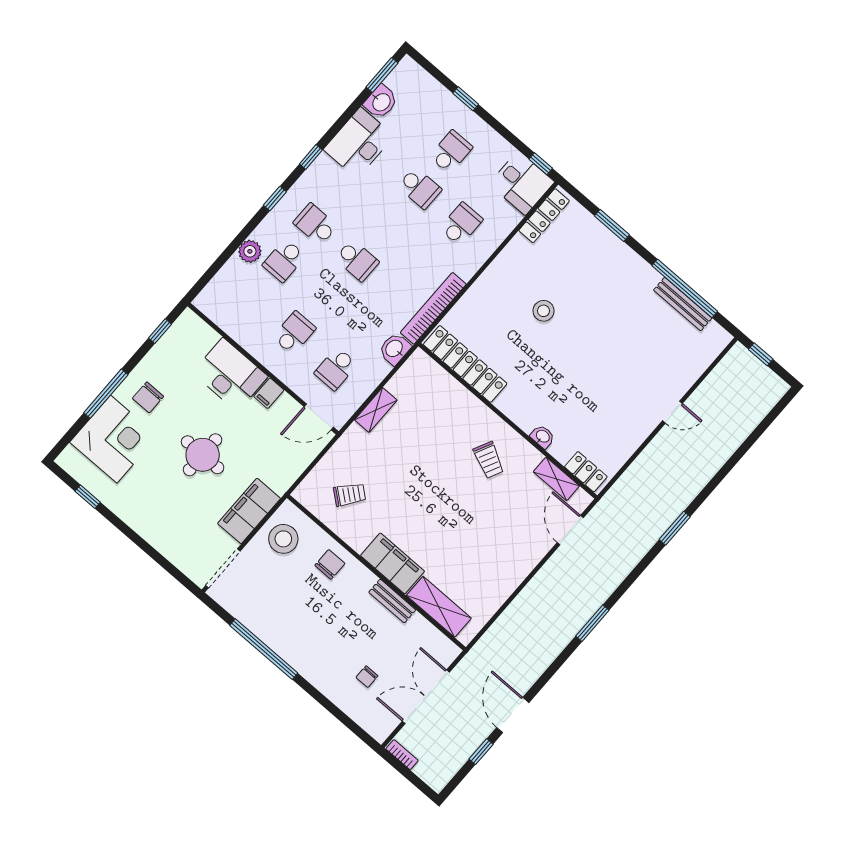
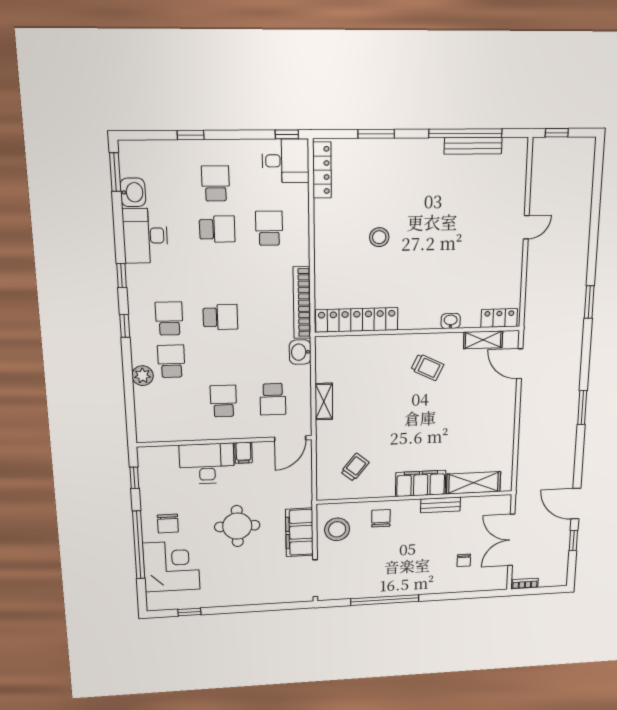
school desk: (315, 224) -> (169, 319), turned 90
school desk: (284, 261) -> (171, 361), turned 180
window: (106, 394) -> (139, 545), width x1.46

